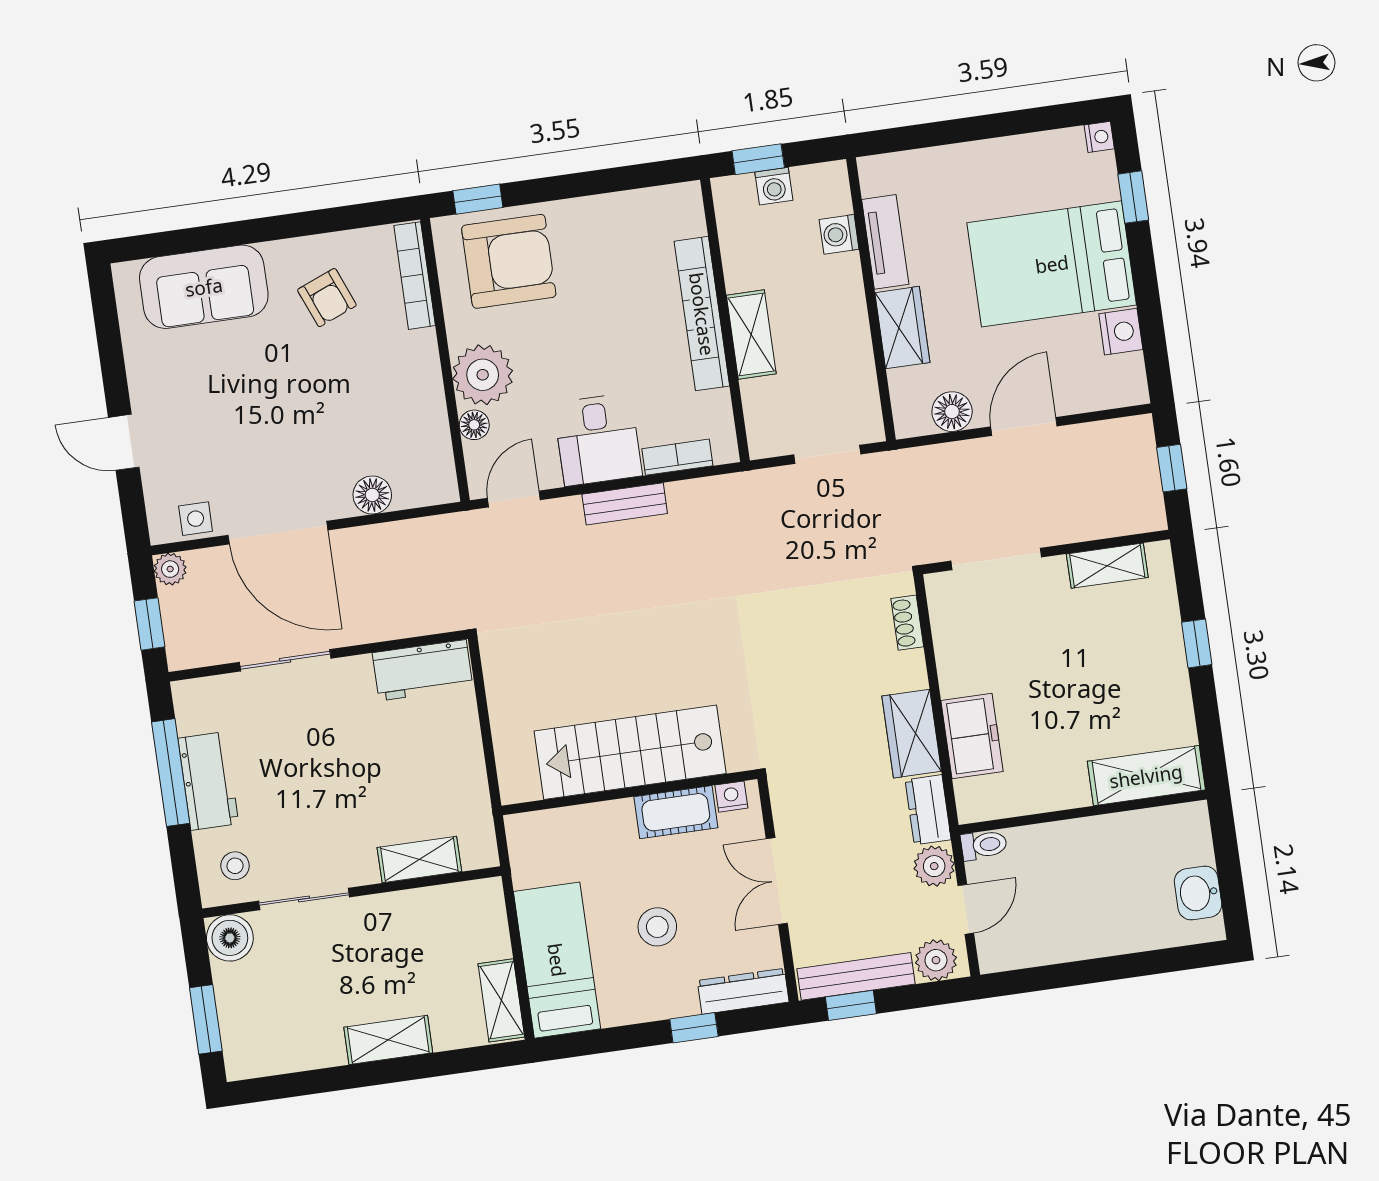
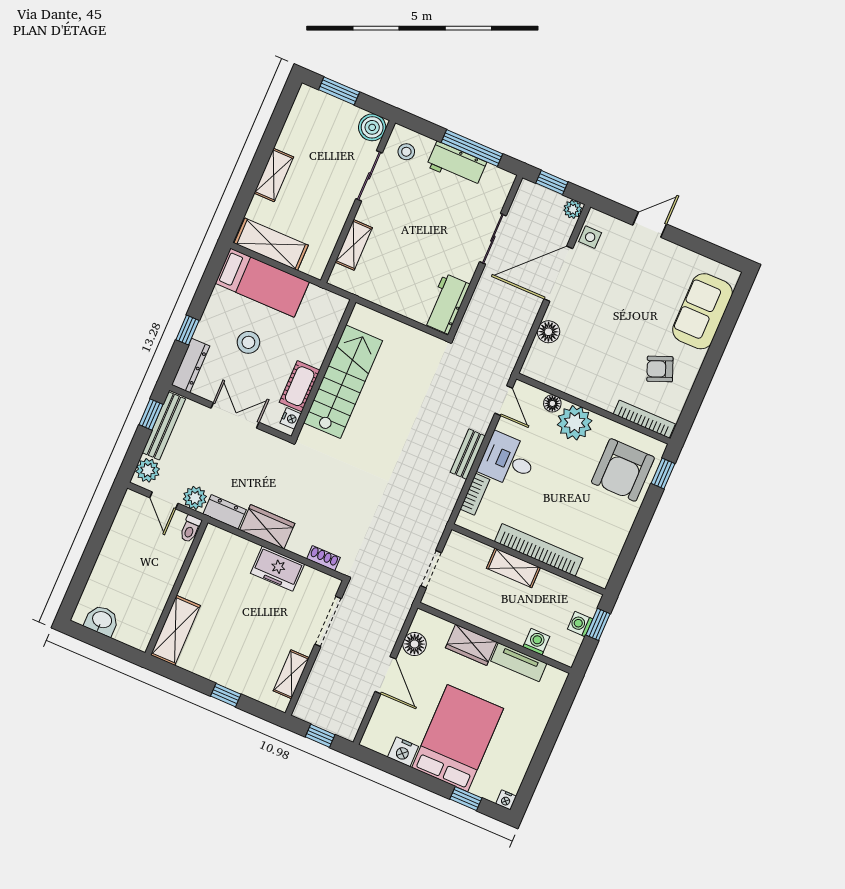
freezer: (972, 736) -> (278, 569), moved
shelving: (501, 1000) -> (271, 244), width x1.50, depth x1.33

